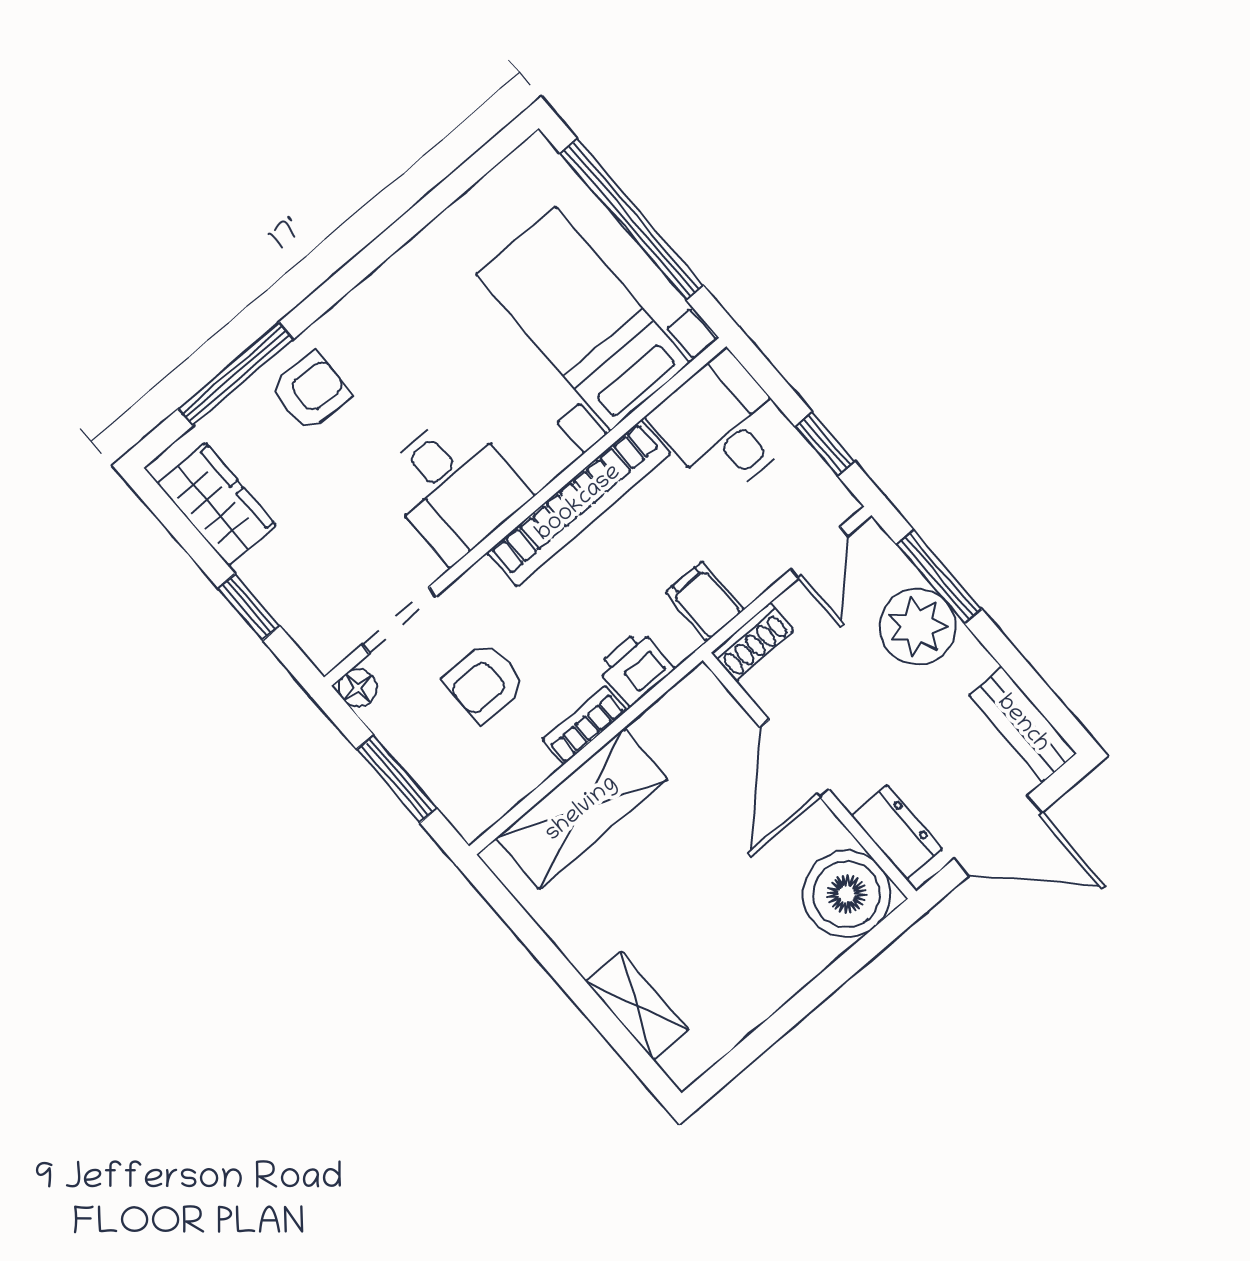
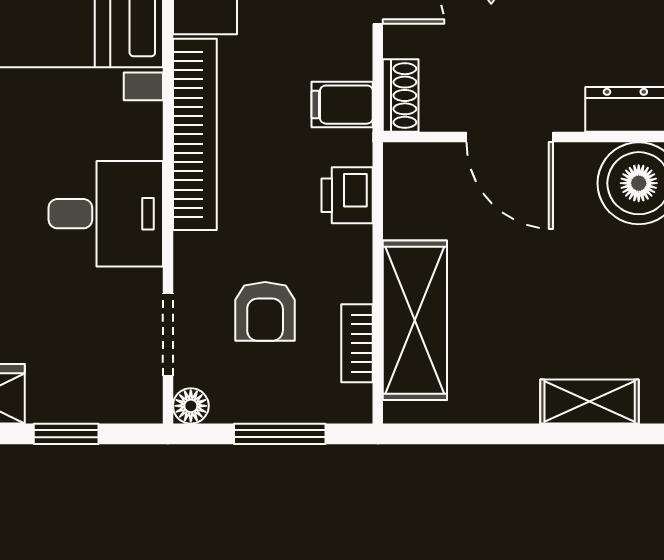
bookcase: (585, 725) -> (357, 343), moved

